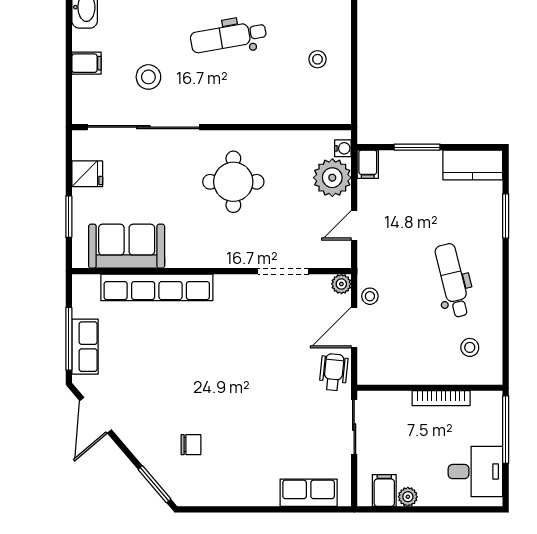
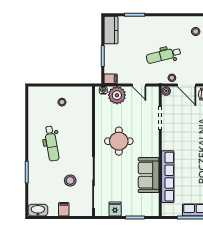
sofa: (127, 246) -> (149, 175), moved
dental chair: (453, 280) -> (163, 55), moved

